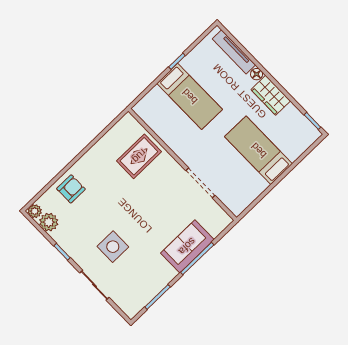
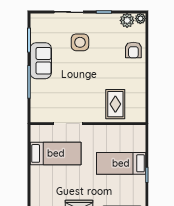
bed: (259, 150) -> (56, 153), moved
sofa: (187, 246) -> (41, 61), moved

